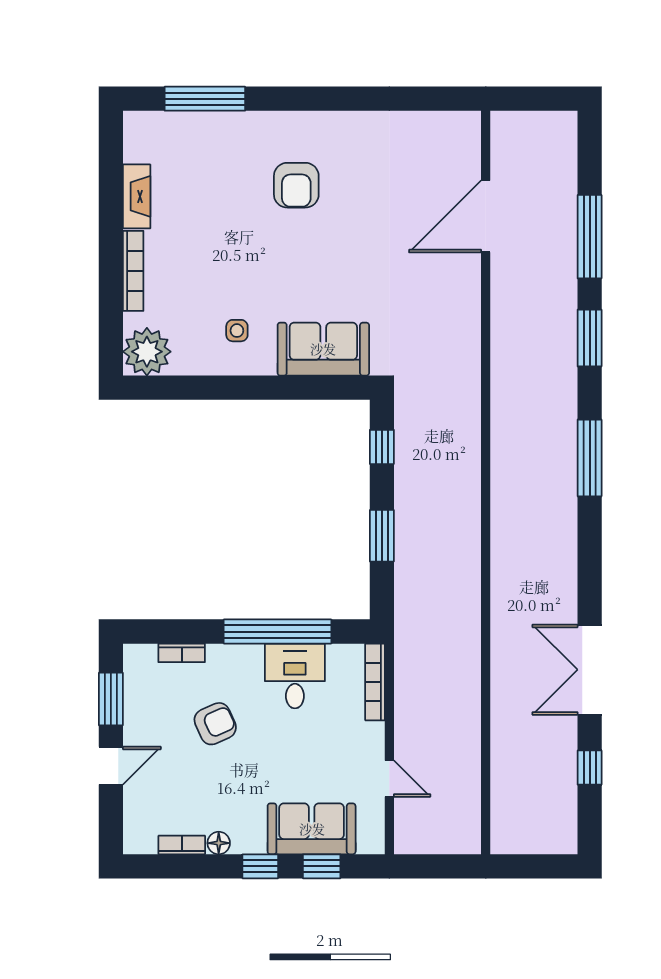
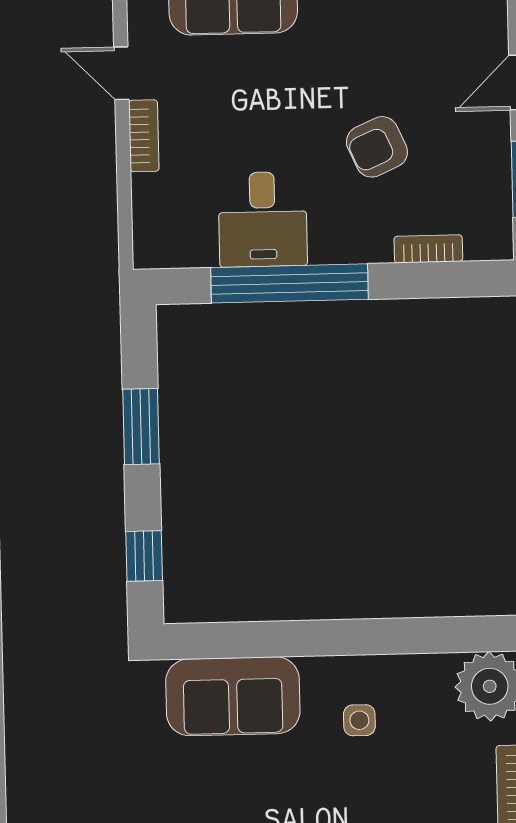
bookcase: (375, 682) -> (144, 136), moved, width x0.64

